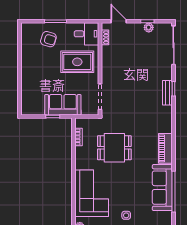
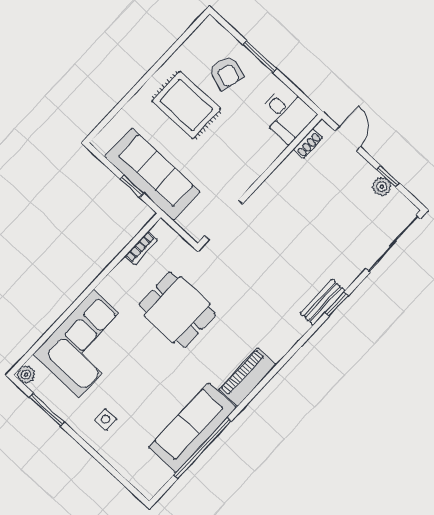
rug: (77, 62) -> (186, 105), moved
sofa: (63, 105) -> (152, 174), width x1.36

